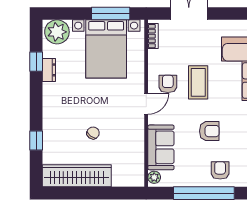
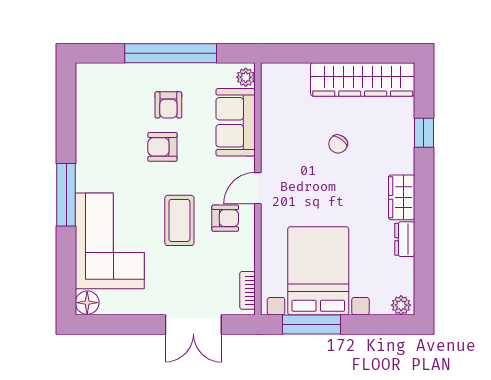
plant: (57, 32) -> (401, 305), width x0.53, depth x0.53
window: (36, 62) -> (424, 252), removed
armchair: (168, 84) -> (225, 218), turned -90
wardrobe: (51, 98) -> (402, 197), added
armchair: (220, 170) -> (168, 105), moved

